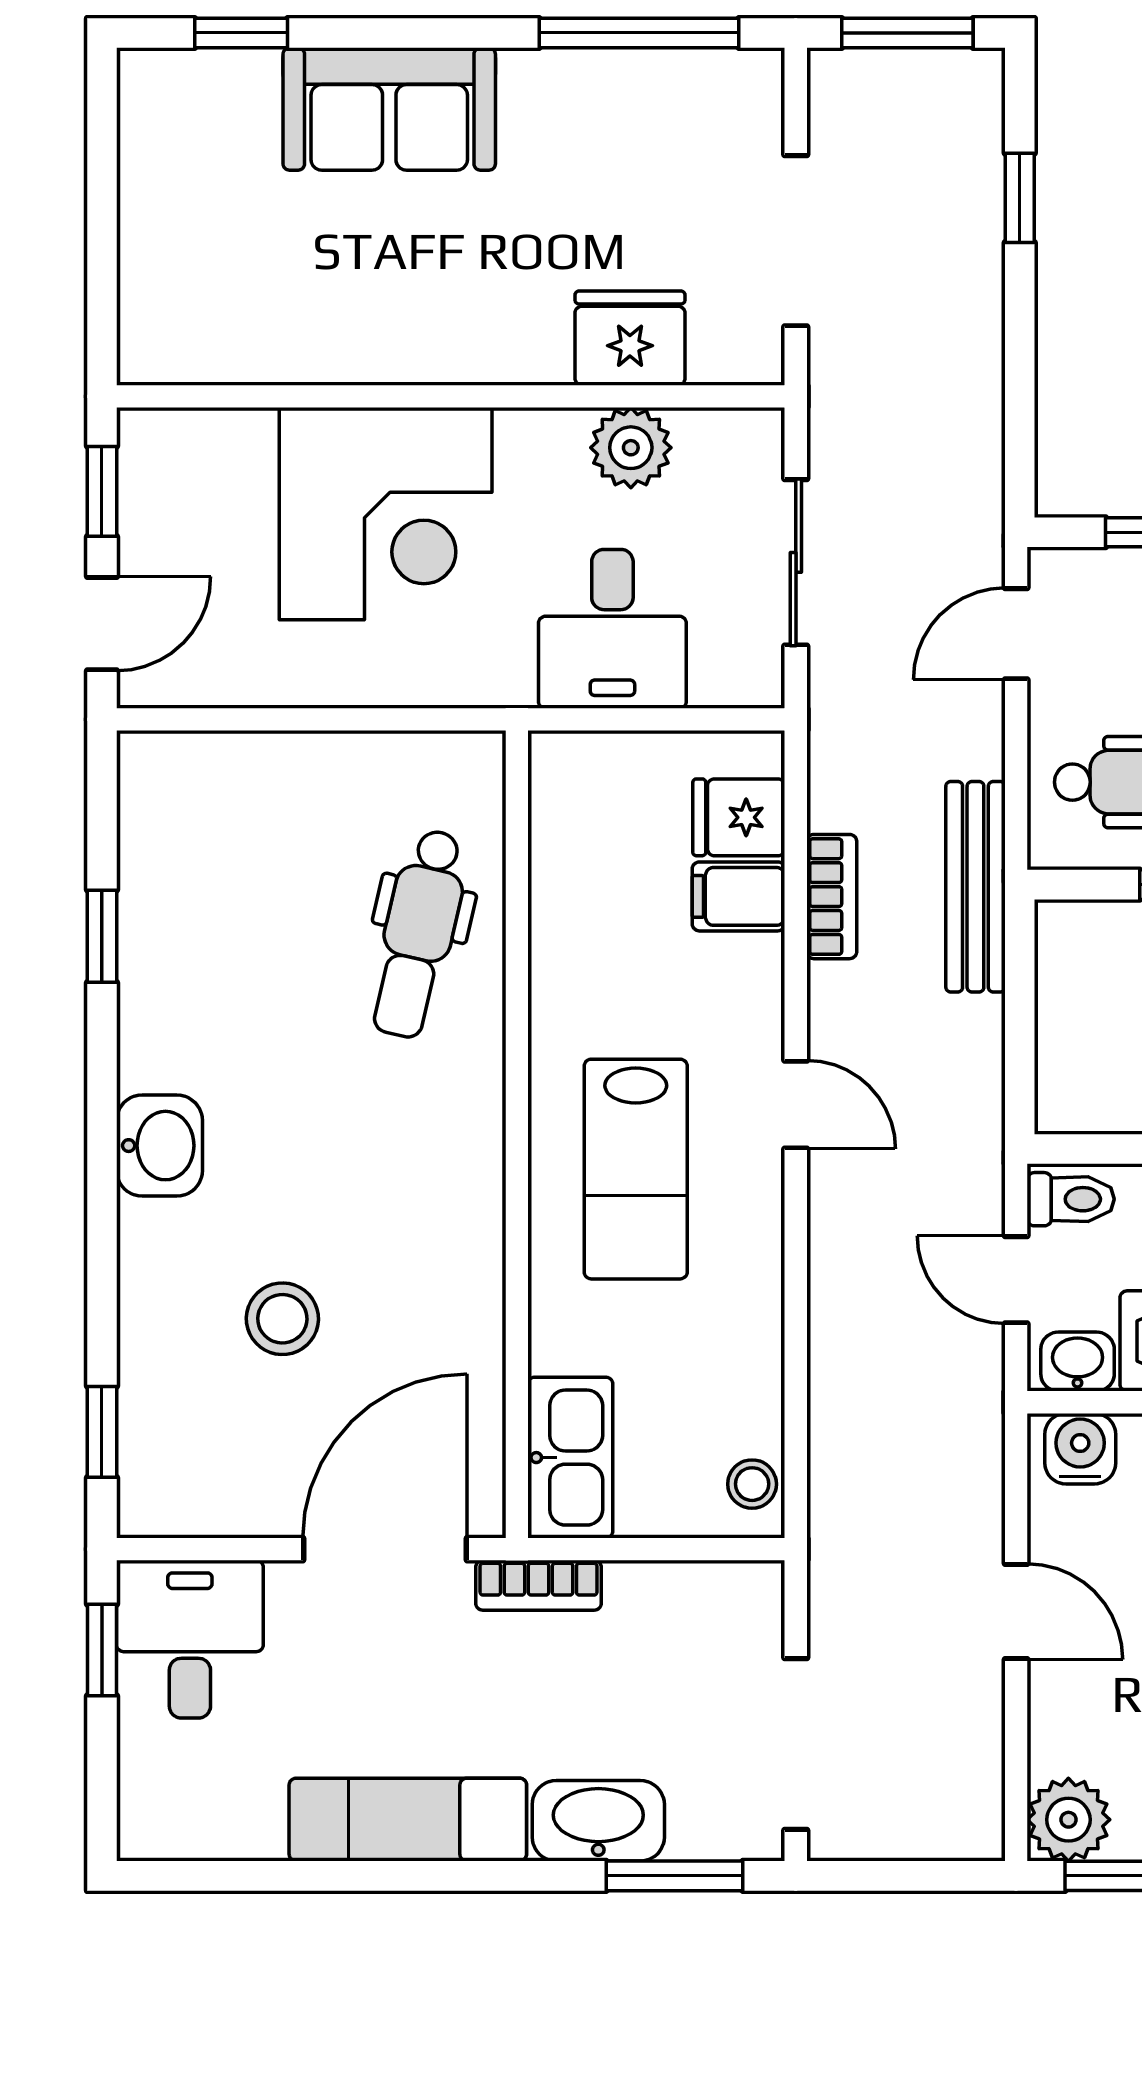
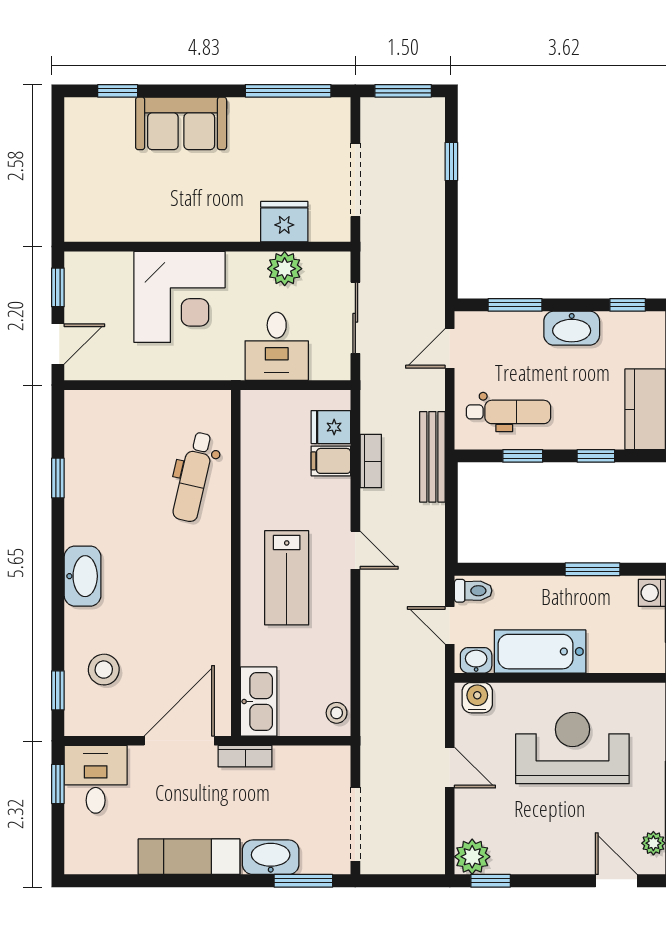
washbasin: (159, 1146) -> (83, 576), width x1.38
stool: (282, 1319) -> (104, 670), moved

